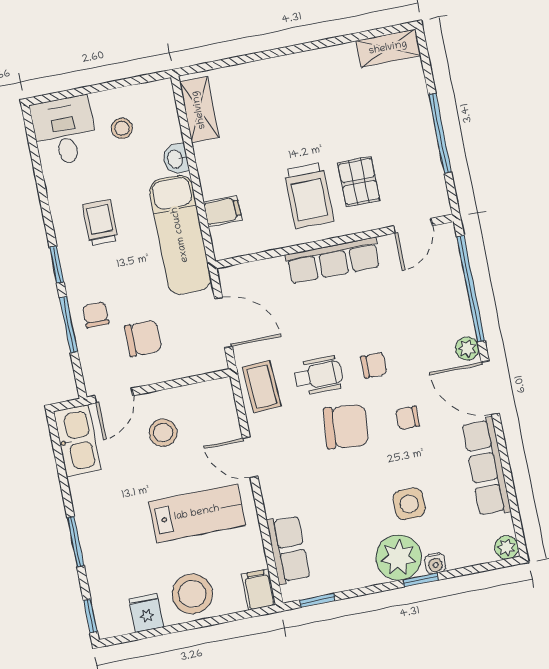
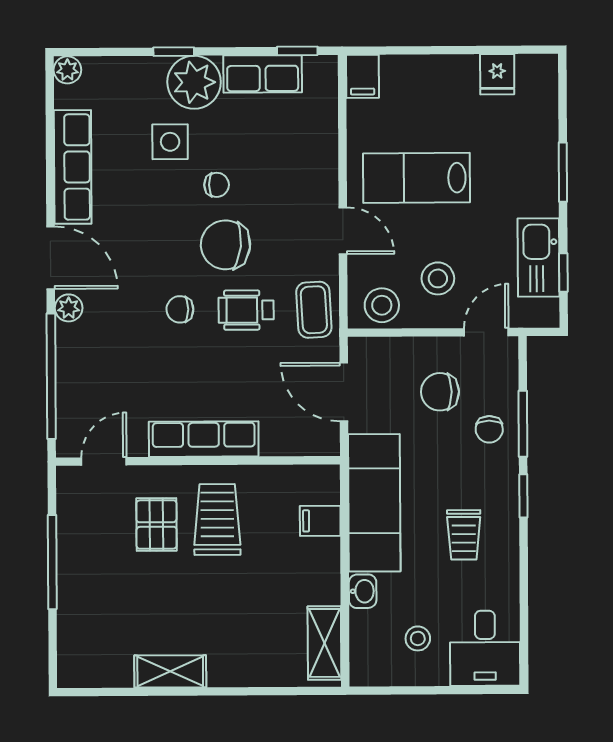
shelving: (388, 48) -> (170, 671), moved
chair: (408, 418) -> (217, 185), moved
kitchen sink: (77, 441) -> (538, 257), moved
row of seats: (288, 549) -> (263, 74), moved, turned -90
water cooler: (435, 563) -> (153, 67), removed
stool: (192, 594) -> (382, 305), moved, width x0.73, depth x0.73
window: (90, 616) -> (563, 272), moved

